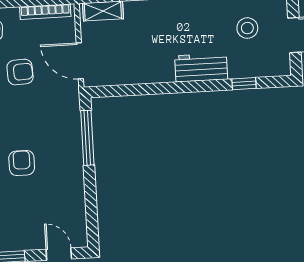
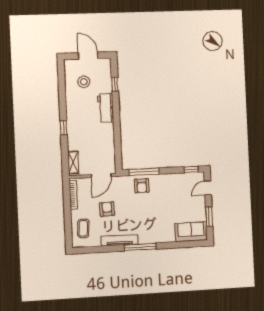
armchair: (22, 163) -> (142, 186), moved, turned -90
window: (92, 223) -> (191, 169), added

